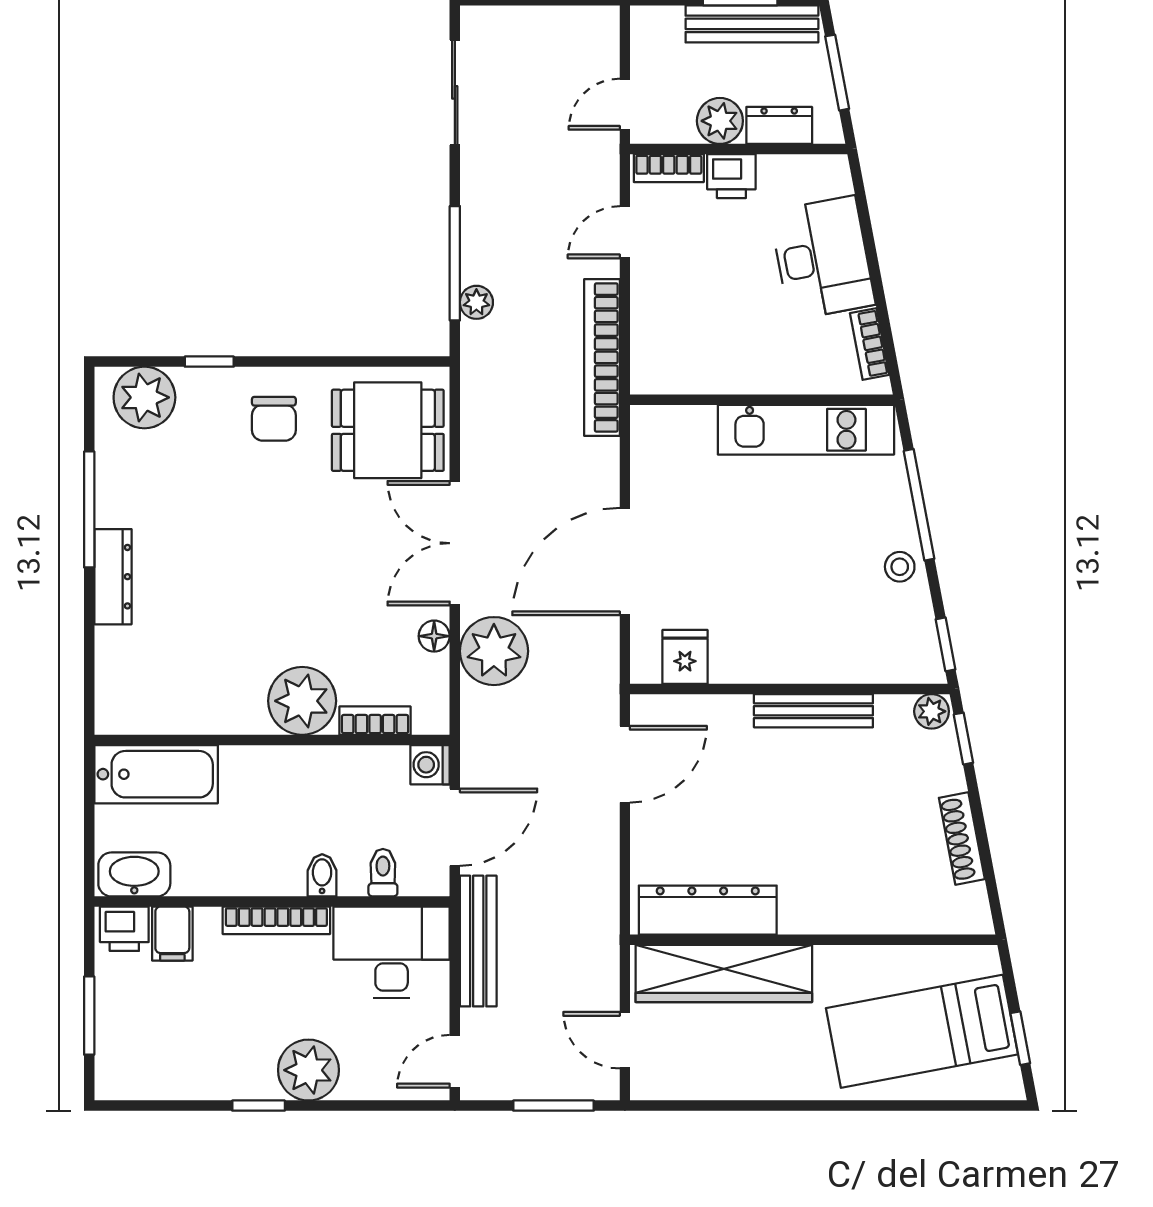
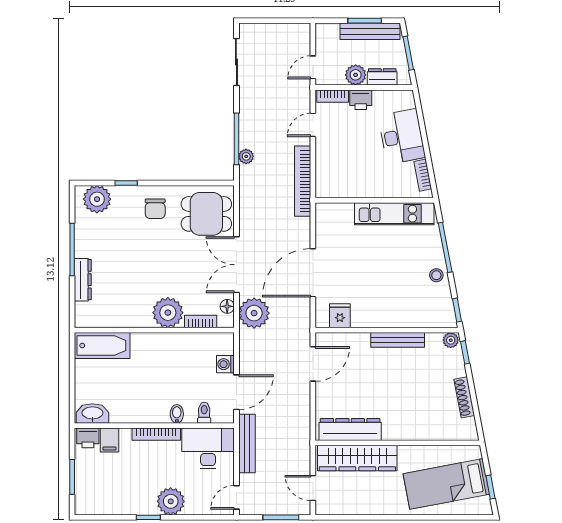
plant: (302, 701) -> (168, 313), moved
bookcase: (375, 721) -> (201, 321), moved
wall: (272, 740) -> (154, 330), moved
bathtub: (156, 774) -> (102, 345), moved

